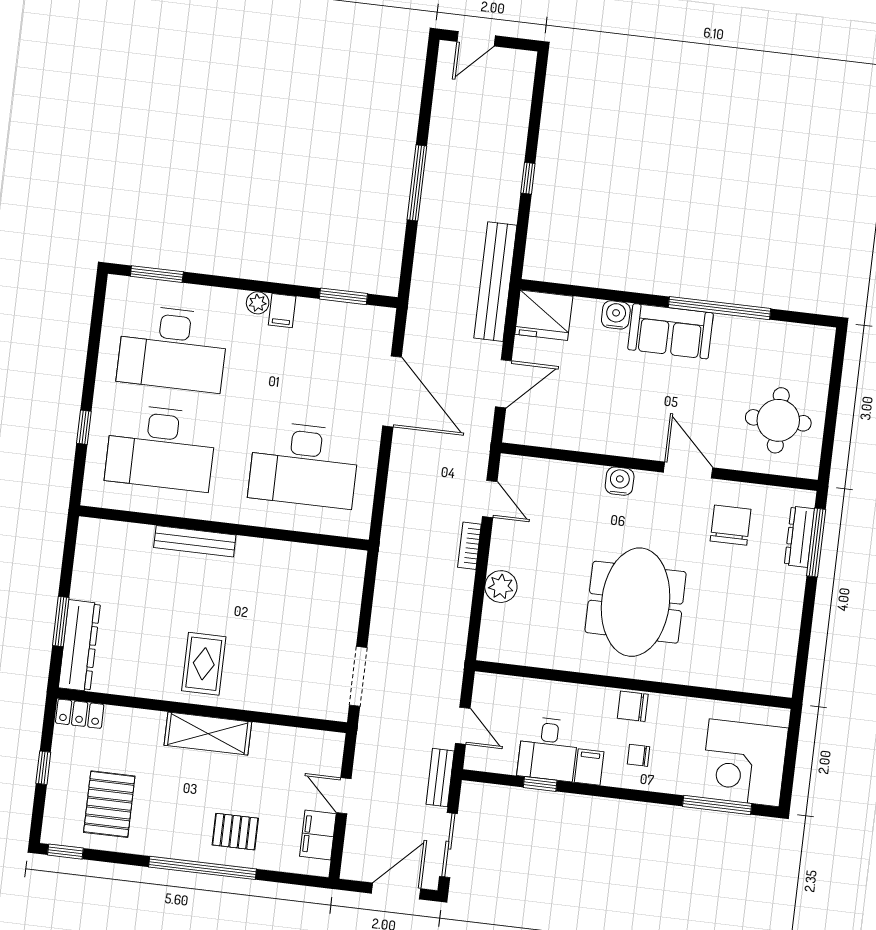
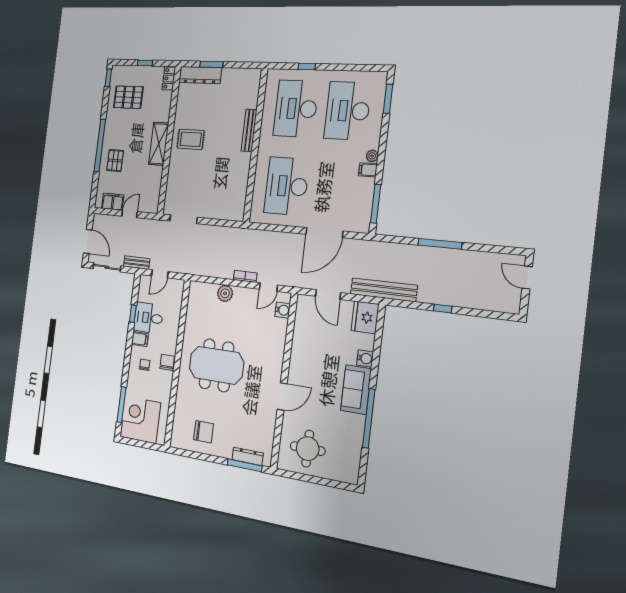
window: (343, 296) -> (376, 204), width x1.44
water cooler: (620, 481) -> (283, 310), moved
chair: (731, 525) -> (204, 432), moved

